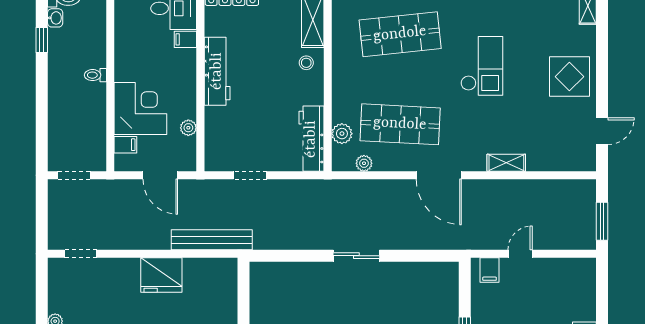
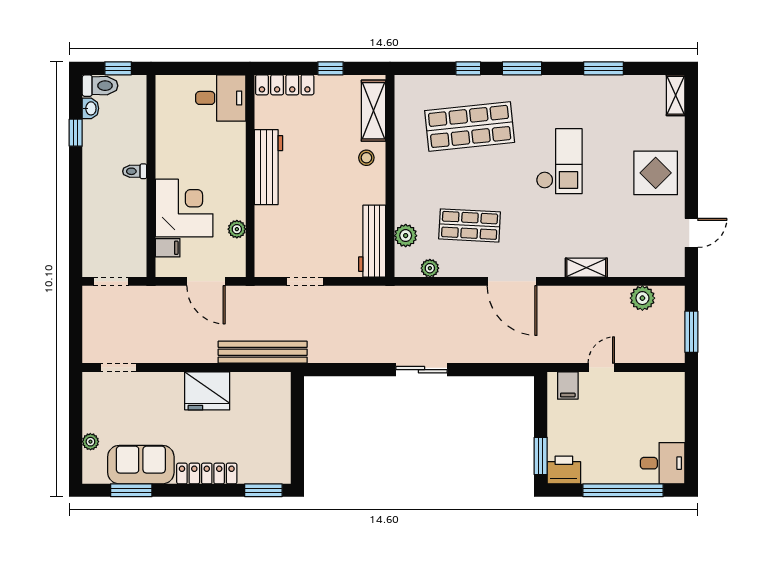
filing cabinet: (185, 39) -> (234, 132), removed
shop shelf: (400, 124) -> (470, 225), width x0.70, depth x0.74
plant: (557, 190) -> (642, 298), added

